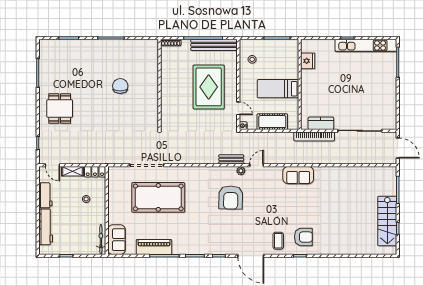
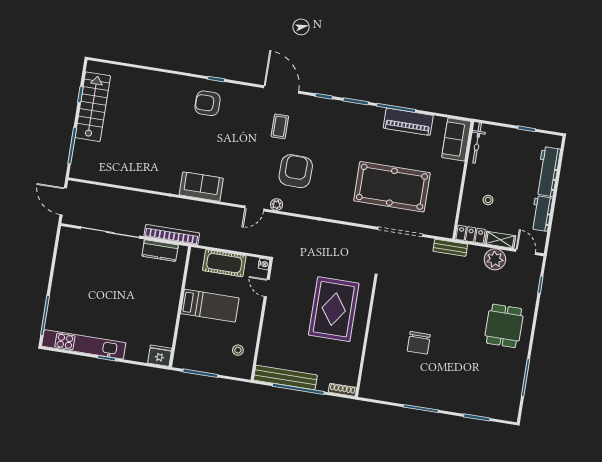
fridge: (308, 61) -> (160, 356), moved, turned 90
rug: (209, 87) -> (334, 309), moved
plant: (74, 156) -> (495, 259), added
bench: (231, 159) -> (450, 248), moved
coffee table: (278, 241) -> (280, 126), moved

